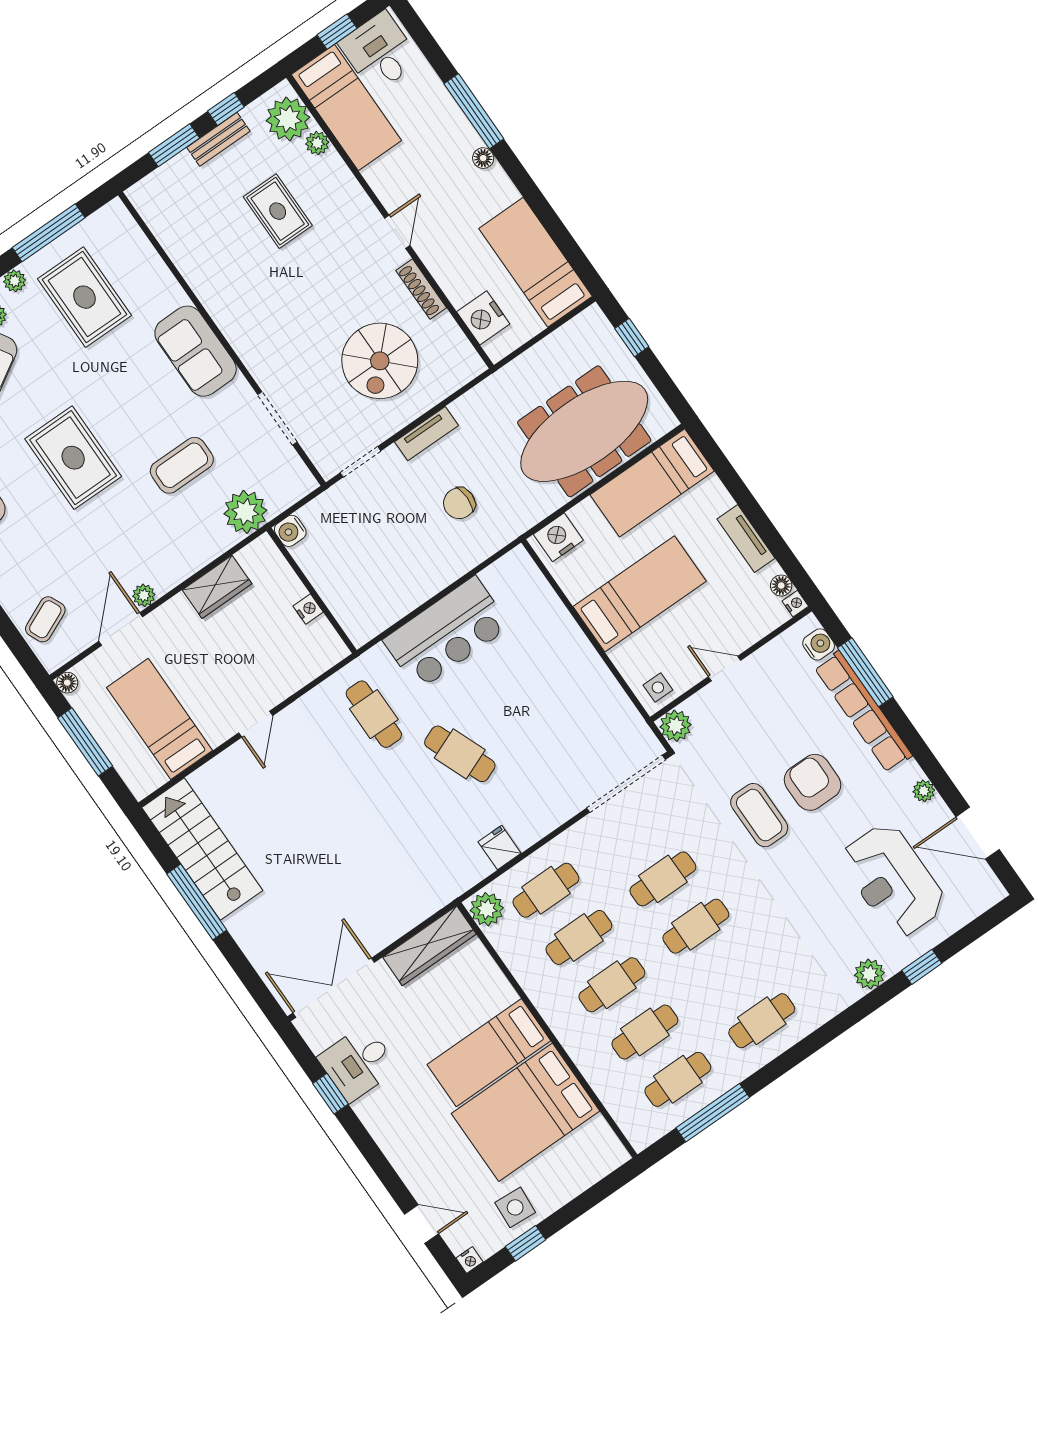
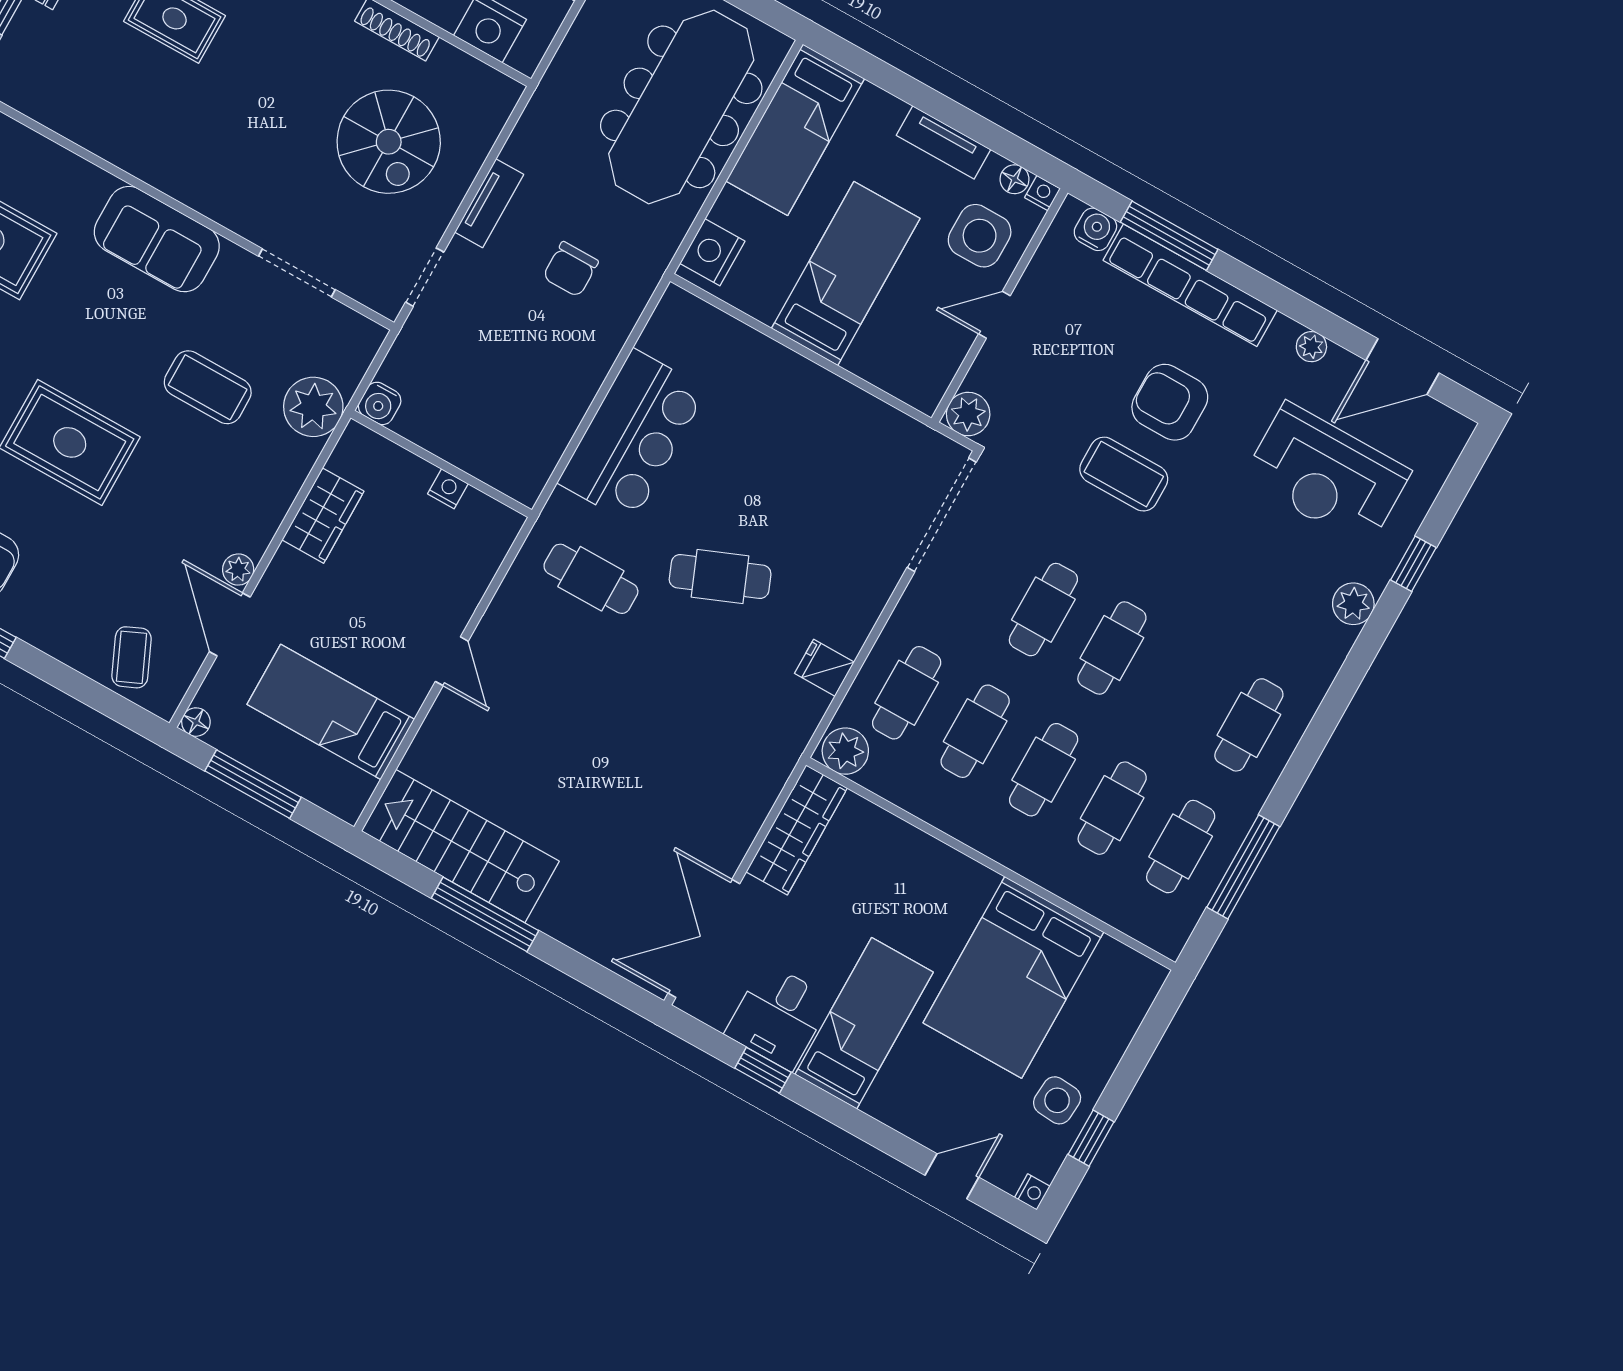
coffee table: (182, 465) -> (208, 387), turned 90
side table: (658, 687) -> (980, 236), moved, width x1.87, depth x1.87
bed: (489, 1053) -> (864, 1023), moved, turned 180

